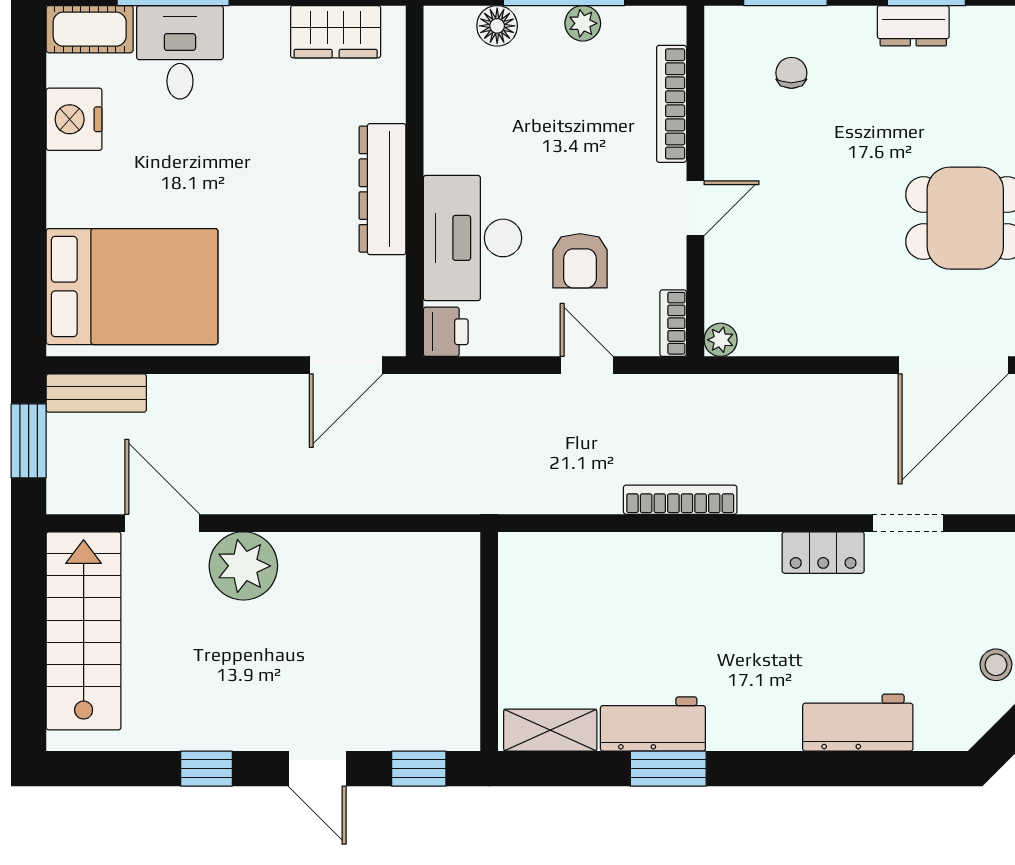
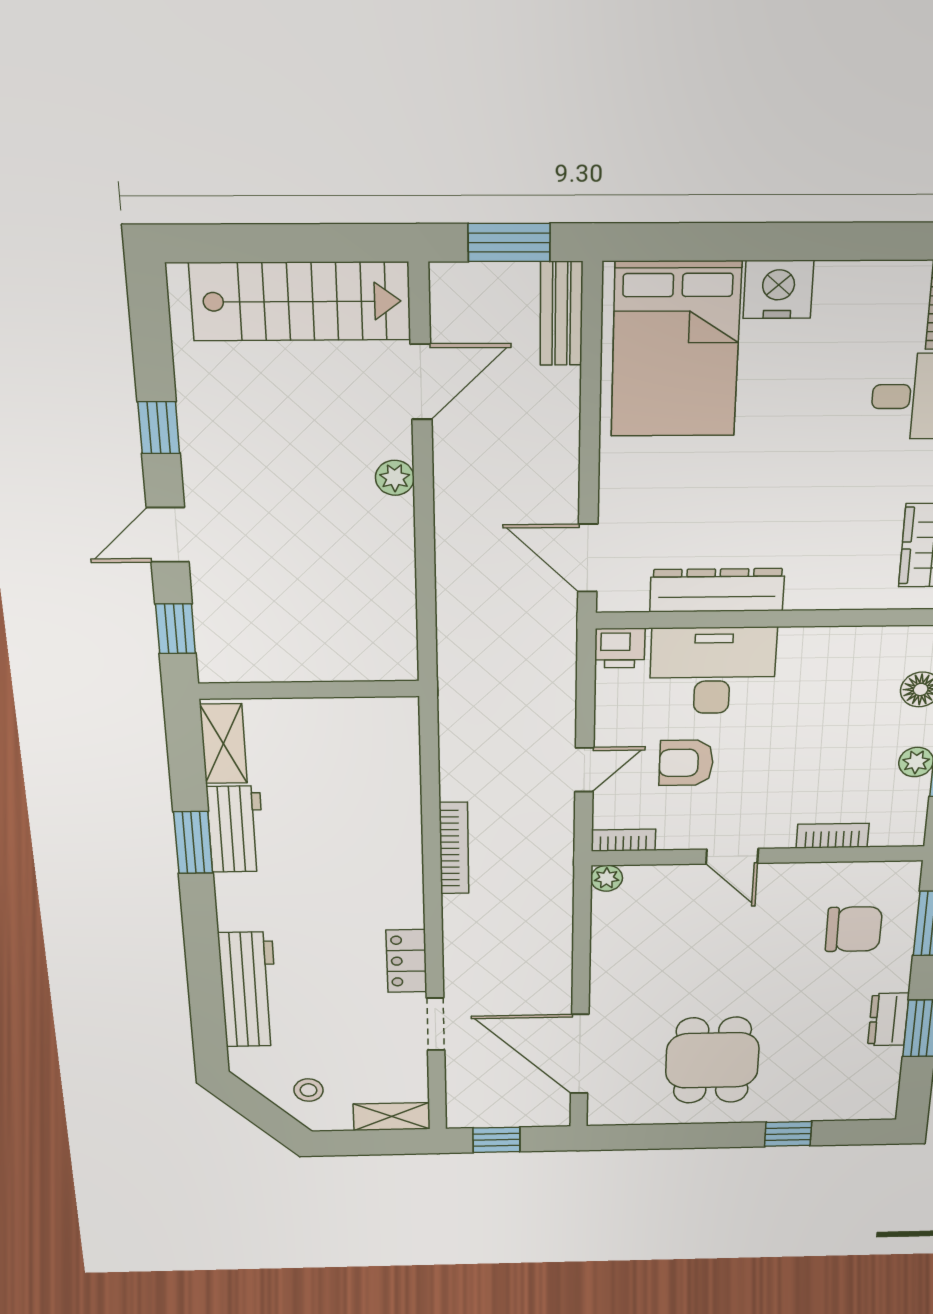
chair: (791, 73) -> (854, 929), width x1.87, depth x1.87
bookcase: (672, 104) -> (832, 836), width x0.64
nightstand: (74, 119) -> (778, 289), moved
dresser: (382, 189) -> (717, 590), moved
plant: (243, 566) -> (395, 478), width x0.53, depth x0.53
workbench: (858, 723) -> (249, 990), width x1.38

